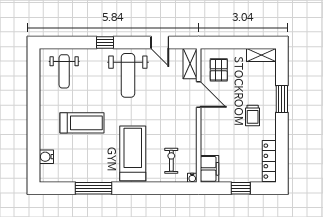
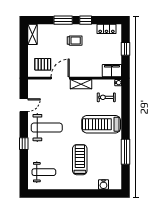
shelving: (190, 64) -> (81, 84), moved
window: (282, 131) -> (86, 20), added
locker: (269, 161) -> (106, 29), width x0.66

